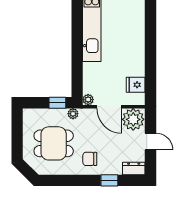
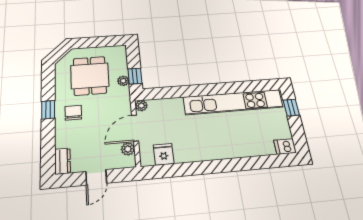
plant: (73, 114) -> (123, 81), moved
plant: (133, 119) -> (128, 149), width x0.53, depth x0.53
window: (109, 180) -> (48, 110), moved

